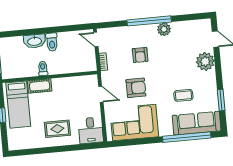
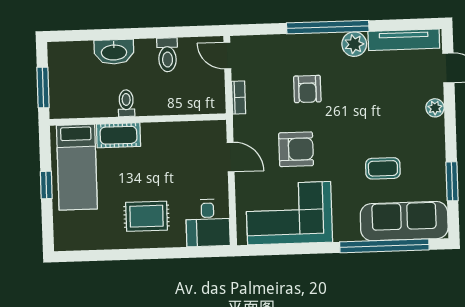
tv unit: (191, 25) -> (404, 40), added
toilet: (52, 42) -> (167, 55), moved
plant: (205, 61) -> (435, 108), width x0.53, depth x0.53

